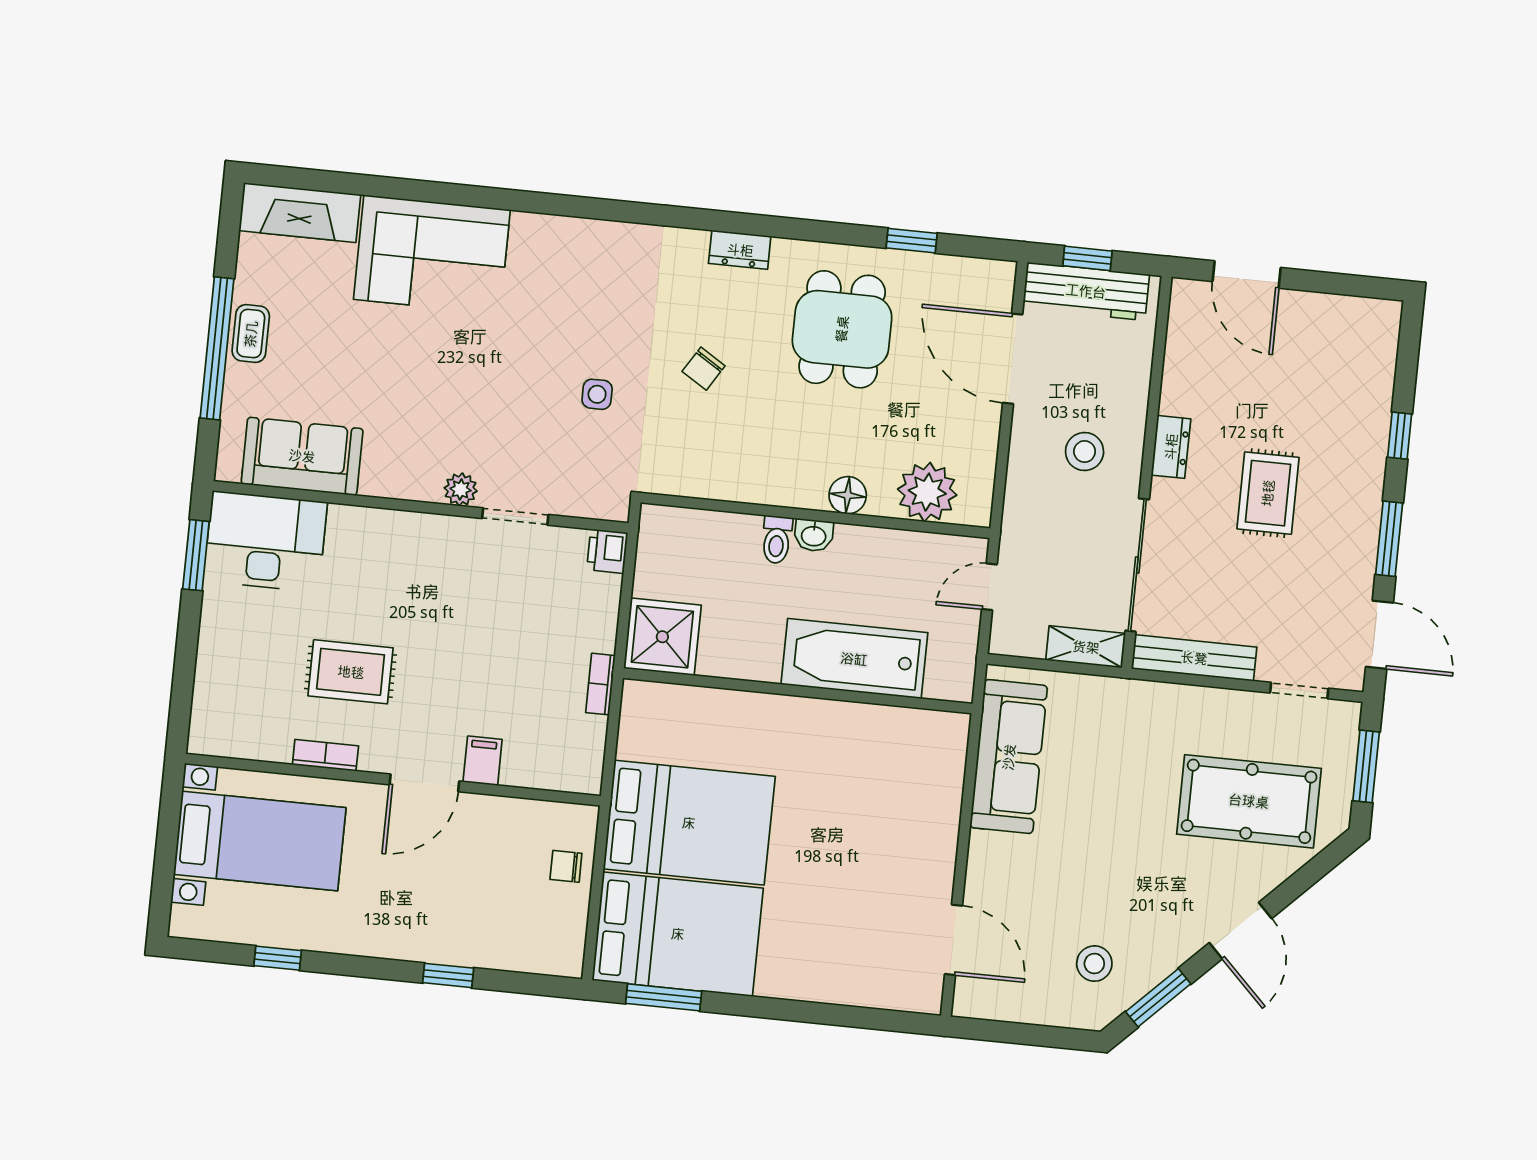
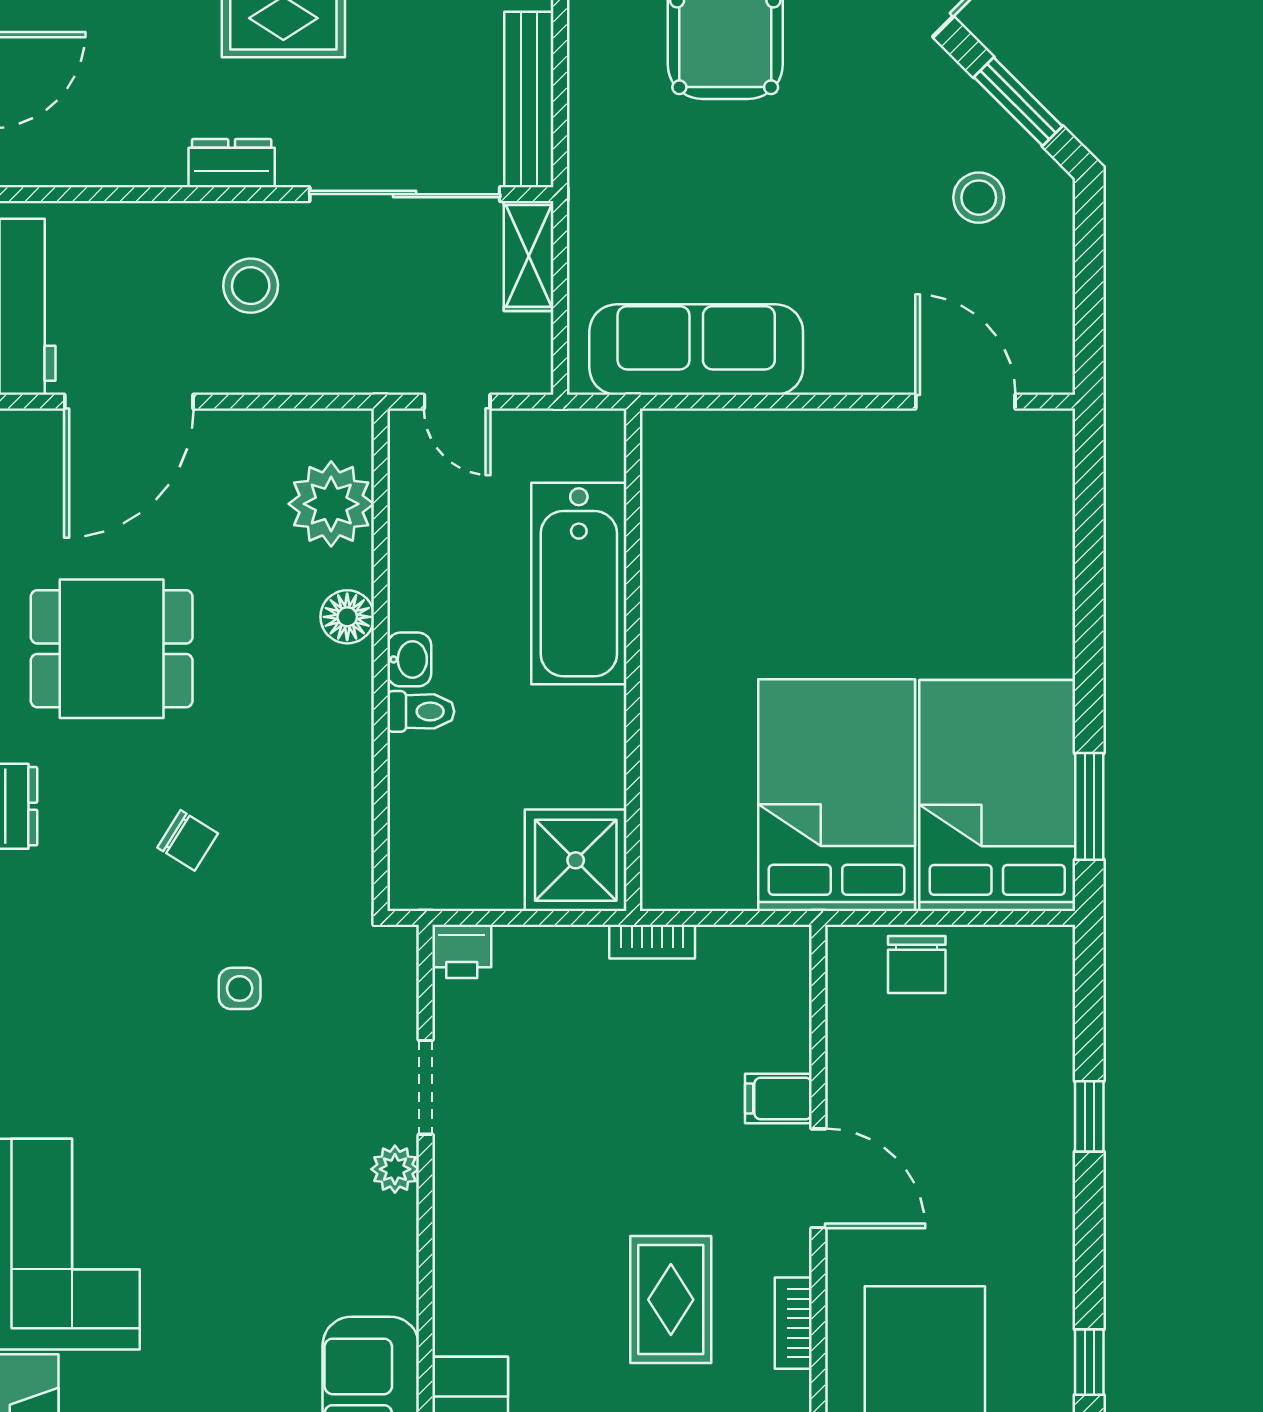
chair: (566, 866) -> (917, 964), width x1.37, depth x1.37
door: (953, 940) -> (965, 402), hinge flipped

